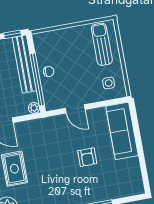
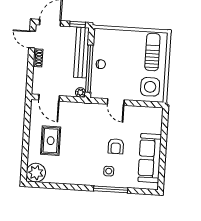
side table: (109, 83) -> (150, 87), width x1.87, depth x1.87
sofa: (122, 131) -> (150, 158), moved
side table: (86, 186) -> (109, 171), added

